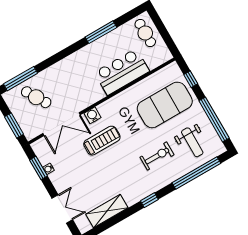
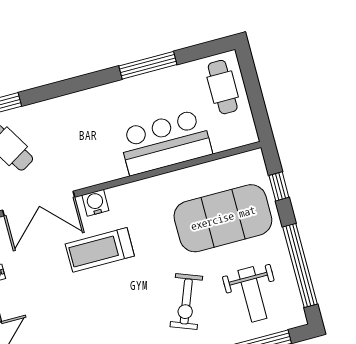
treadmill: (102, 141) -> (100, 250), turned 180
exercise bike: (157, 156) -> (186, 301), turned 111

